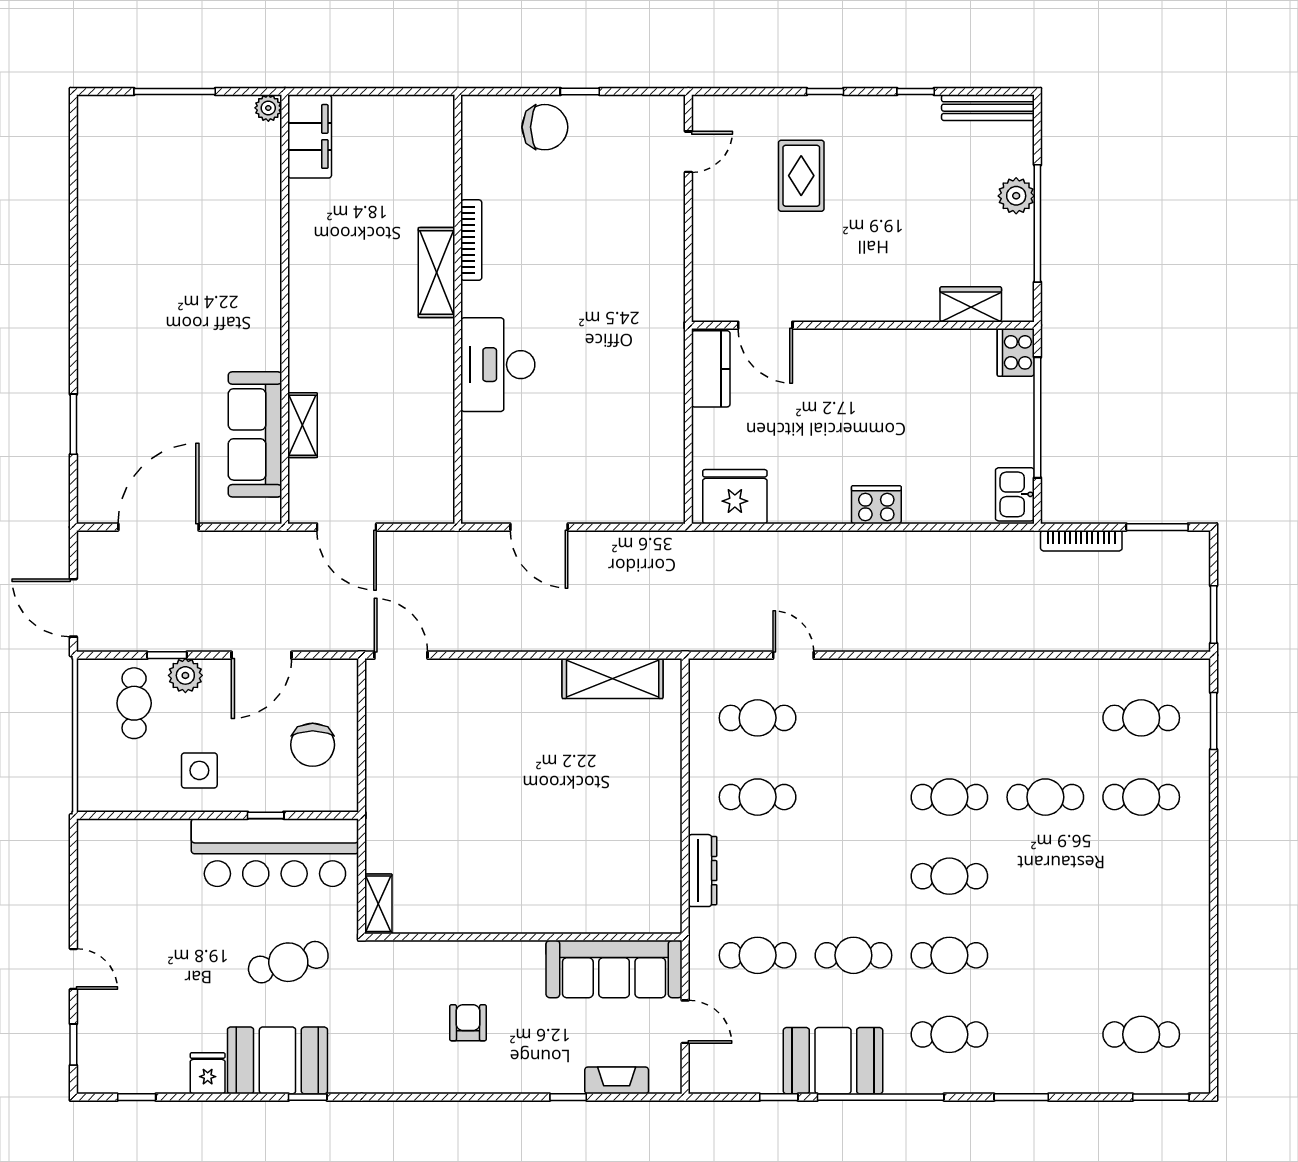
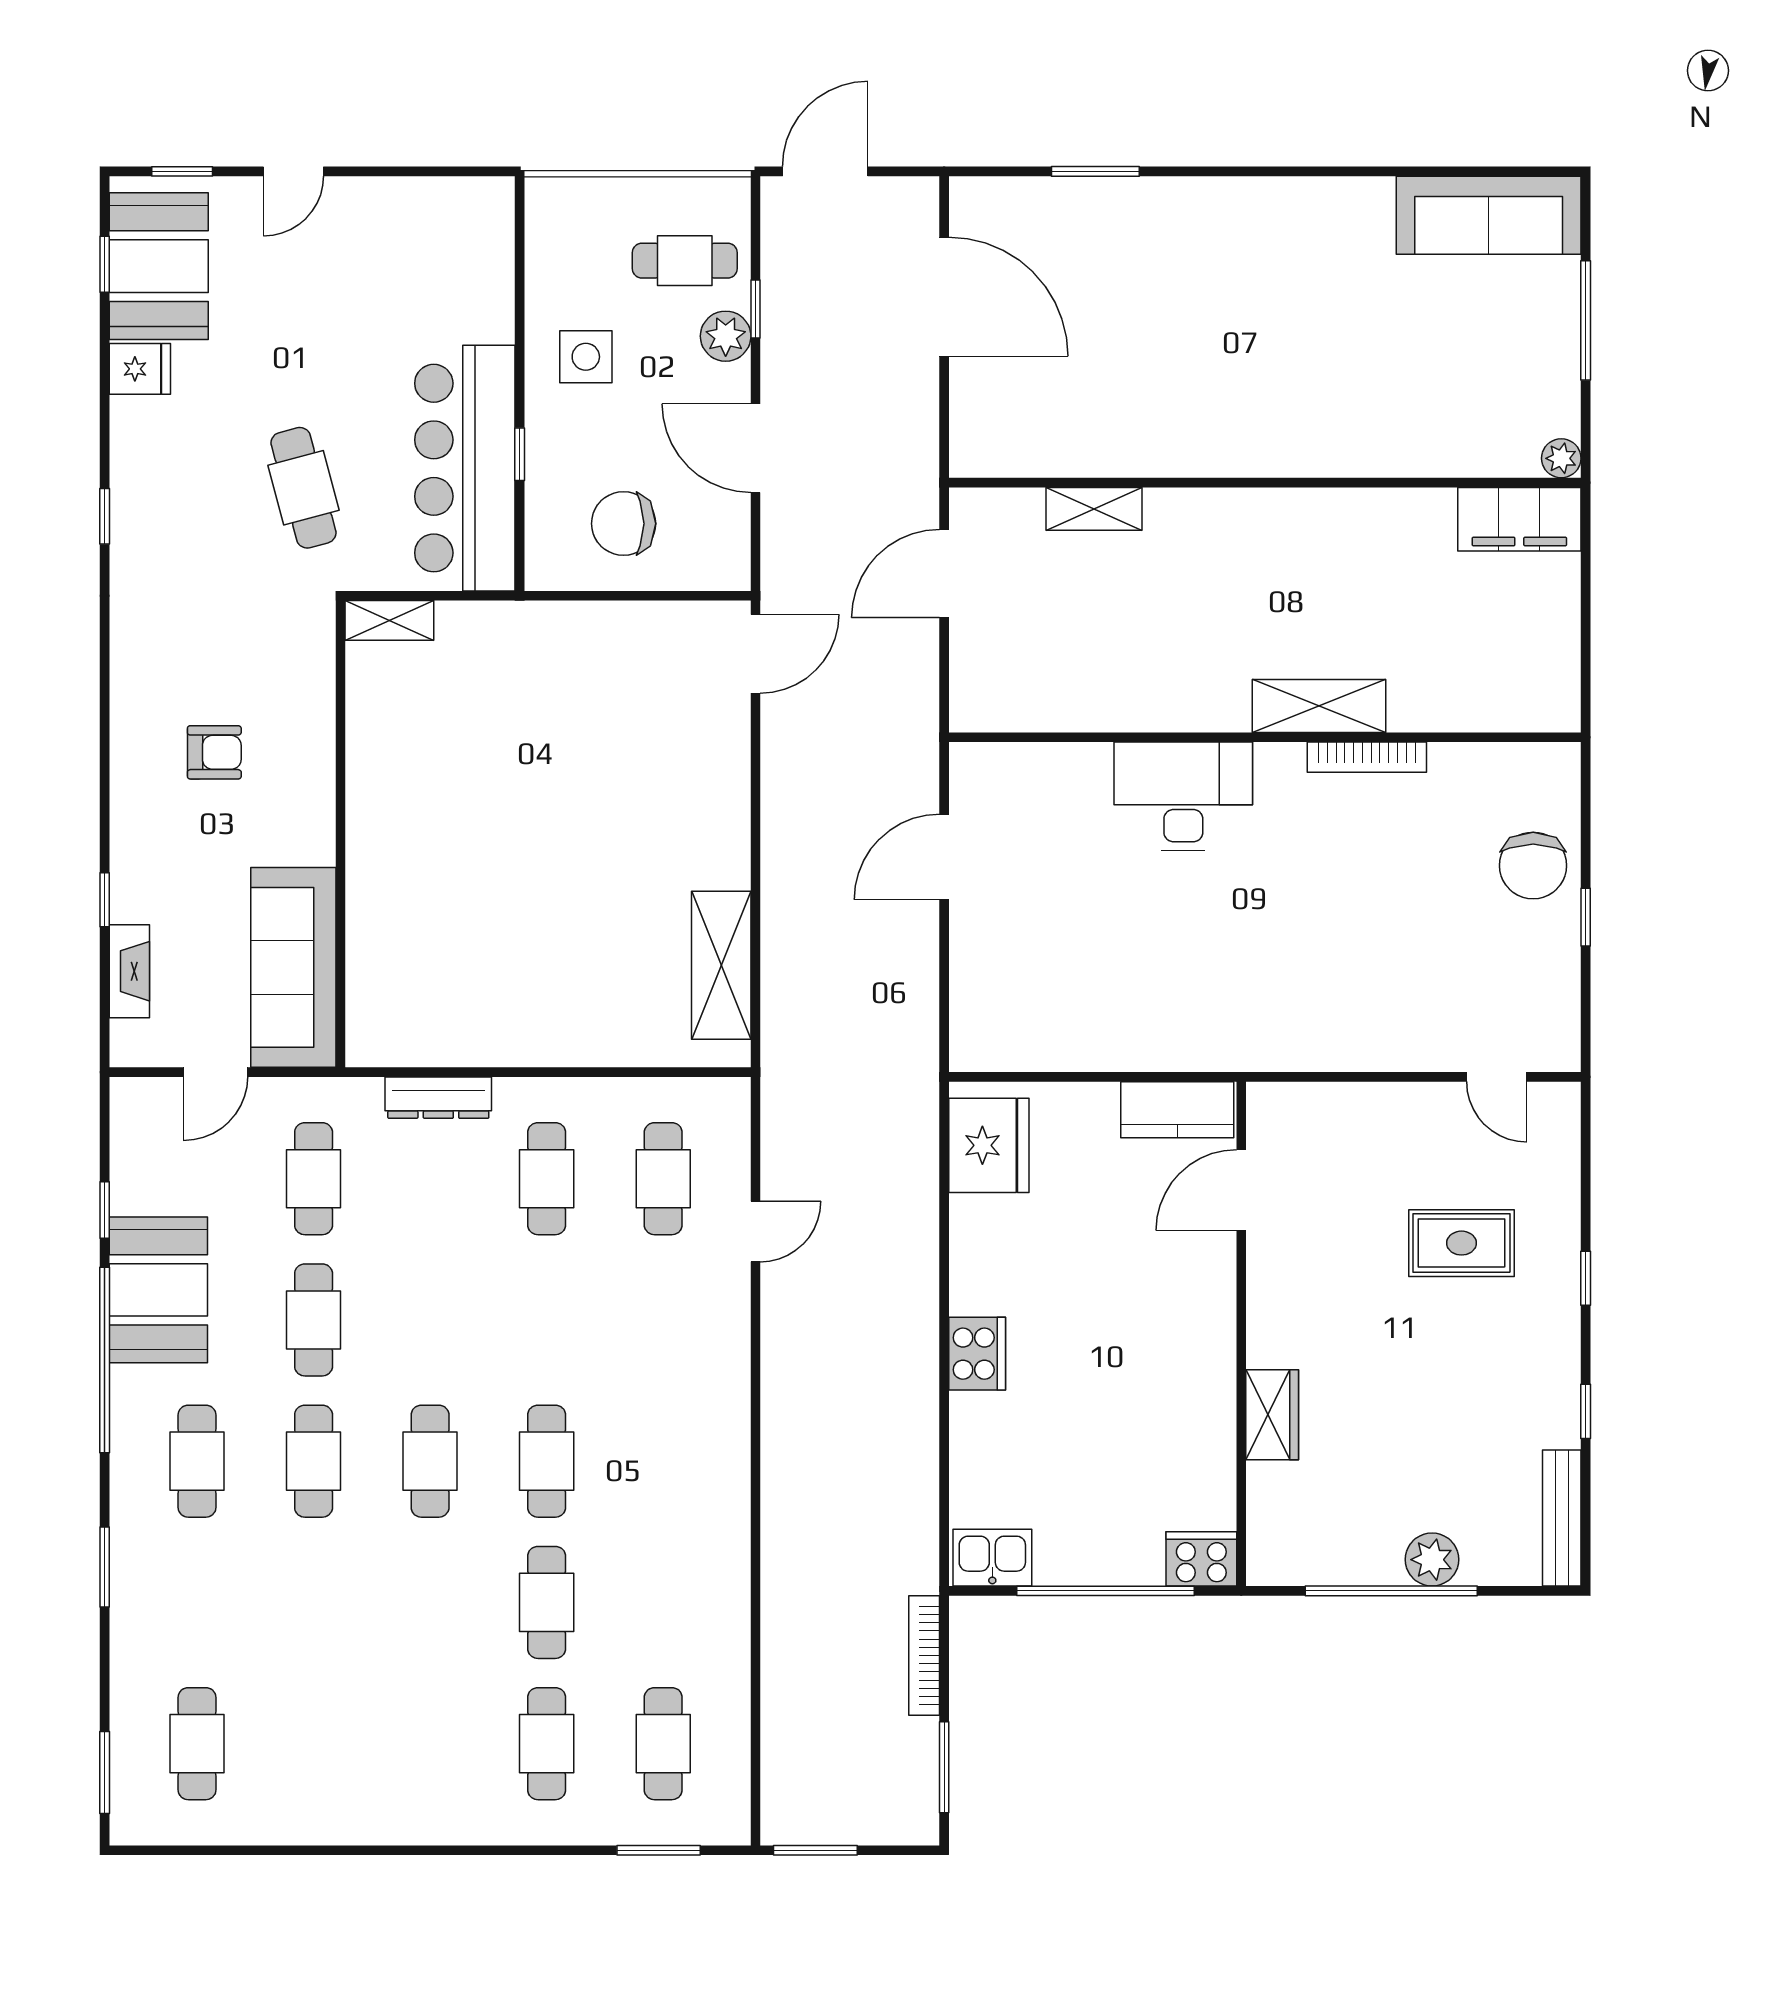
wardrobe: (971, 304) -> (1272, 1415), moved
sofa: (255, 434) -> (1489, 215), moved, turned 180
booth: (277, 1060) -> (159, 266), moved

